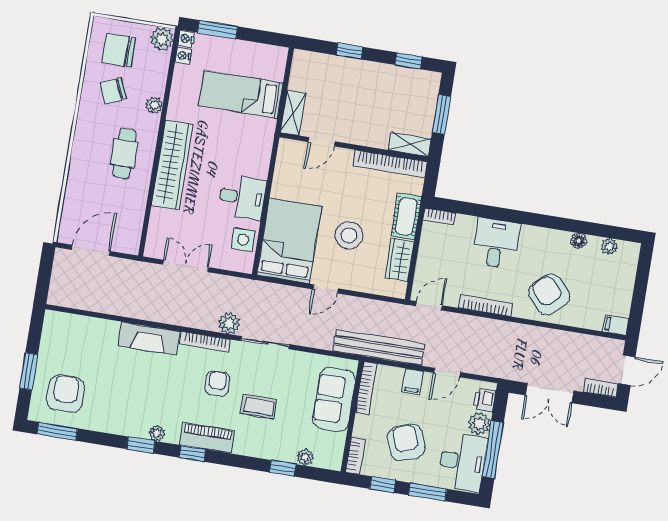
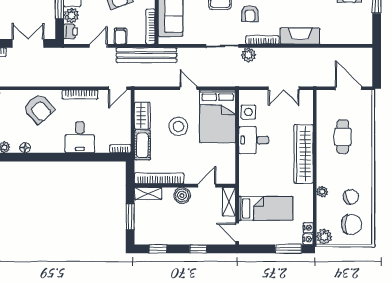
door: (288, 66) -> (237, 232), added
boiler: (360, 133) -> (182, 195), added
cafe table: (124, 153) -> (343, 137), moved
door: (91, 250) -> (348, 88), swing flipped
door: (325, 289) -> (188, 88), hinge flipped

